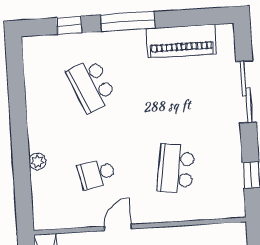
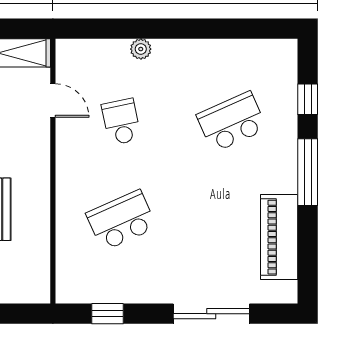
school desk: (176, 169) -> (121, 220), turned -33
door: (118, 228) -> (53, 101), moved

